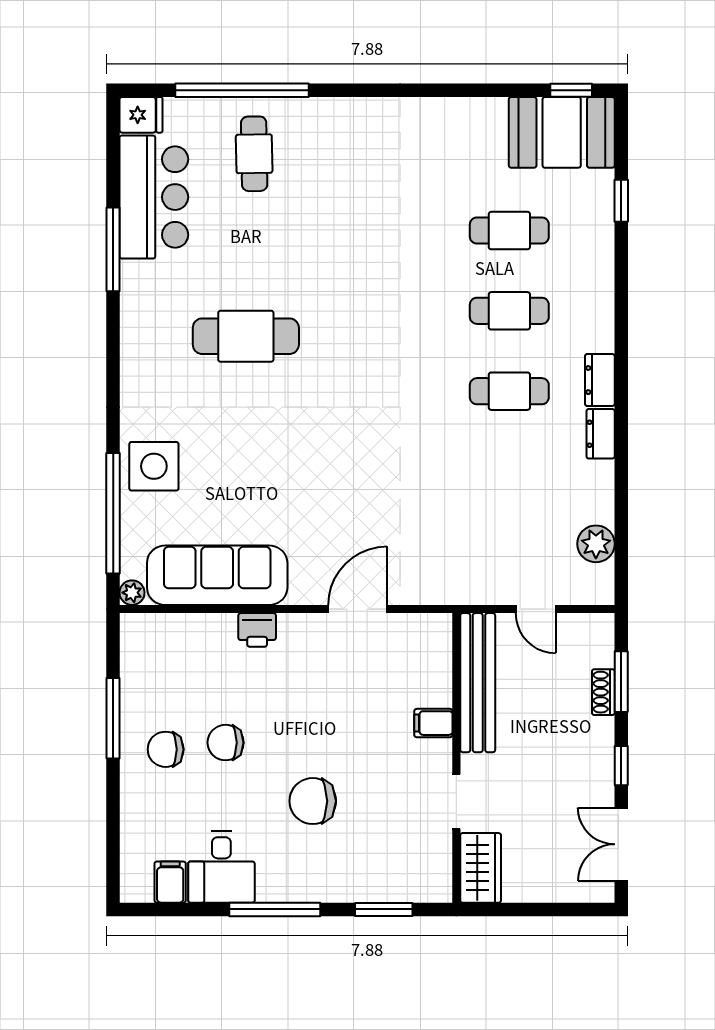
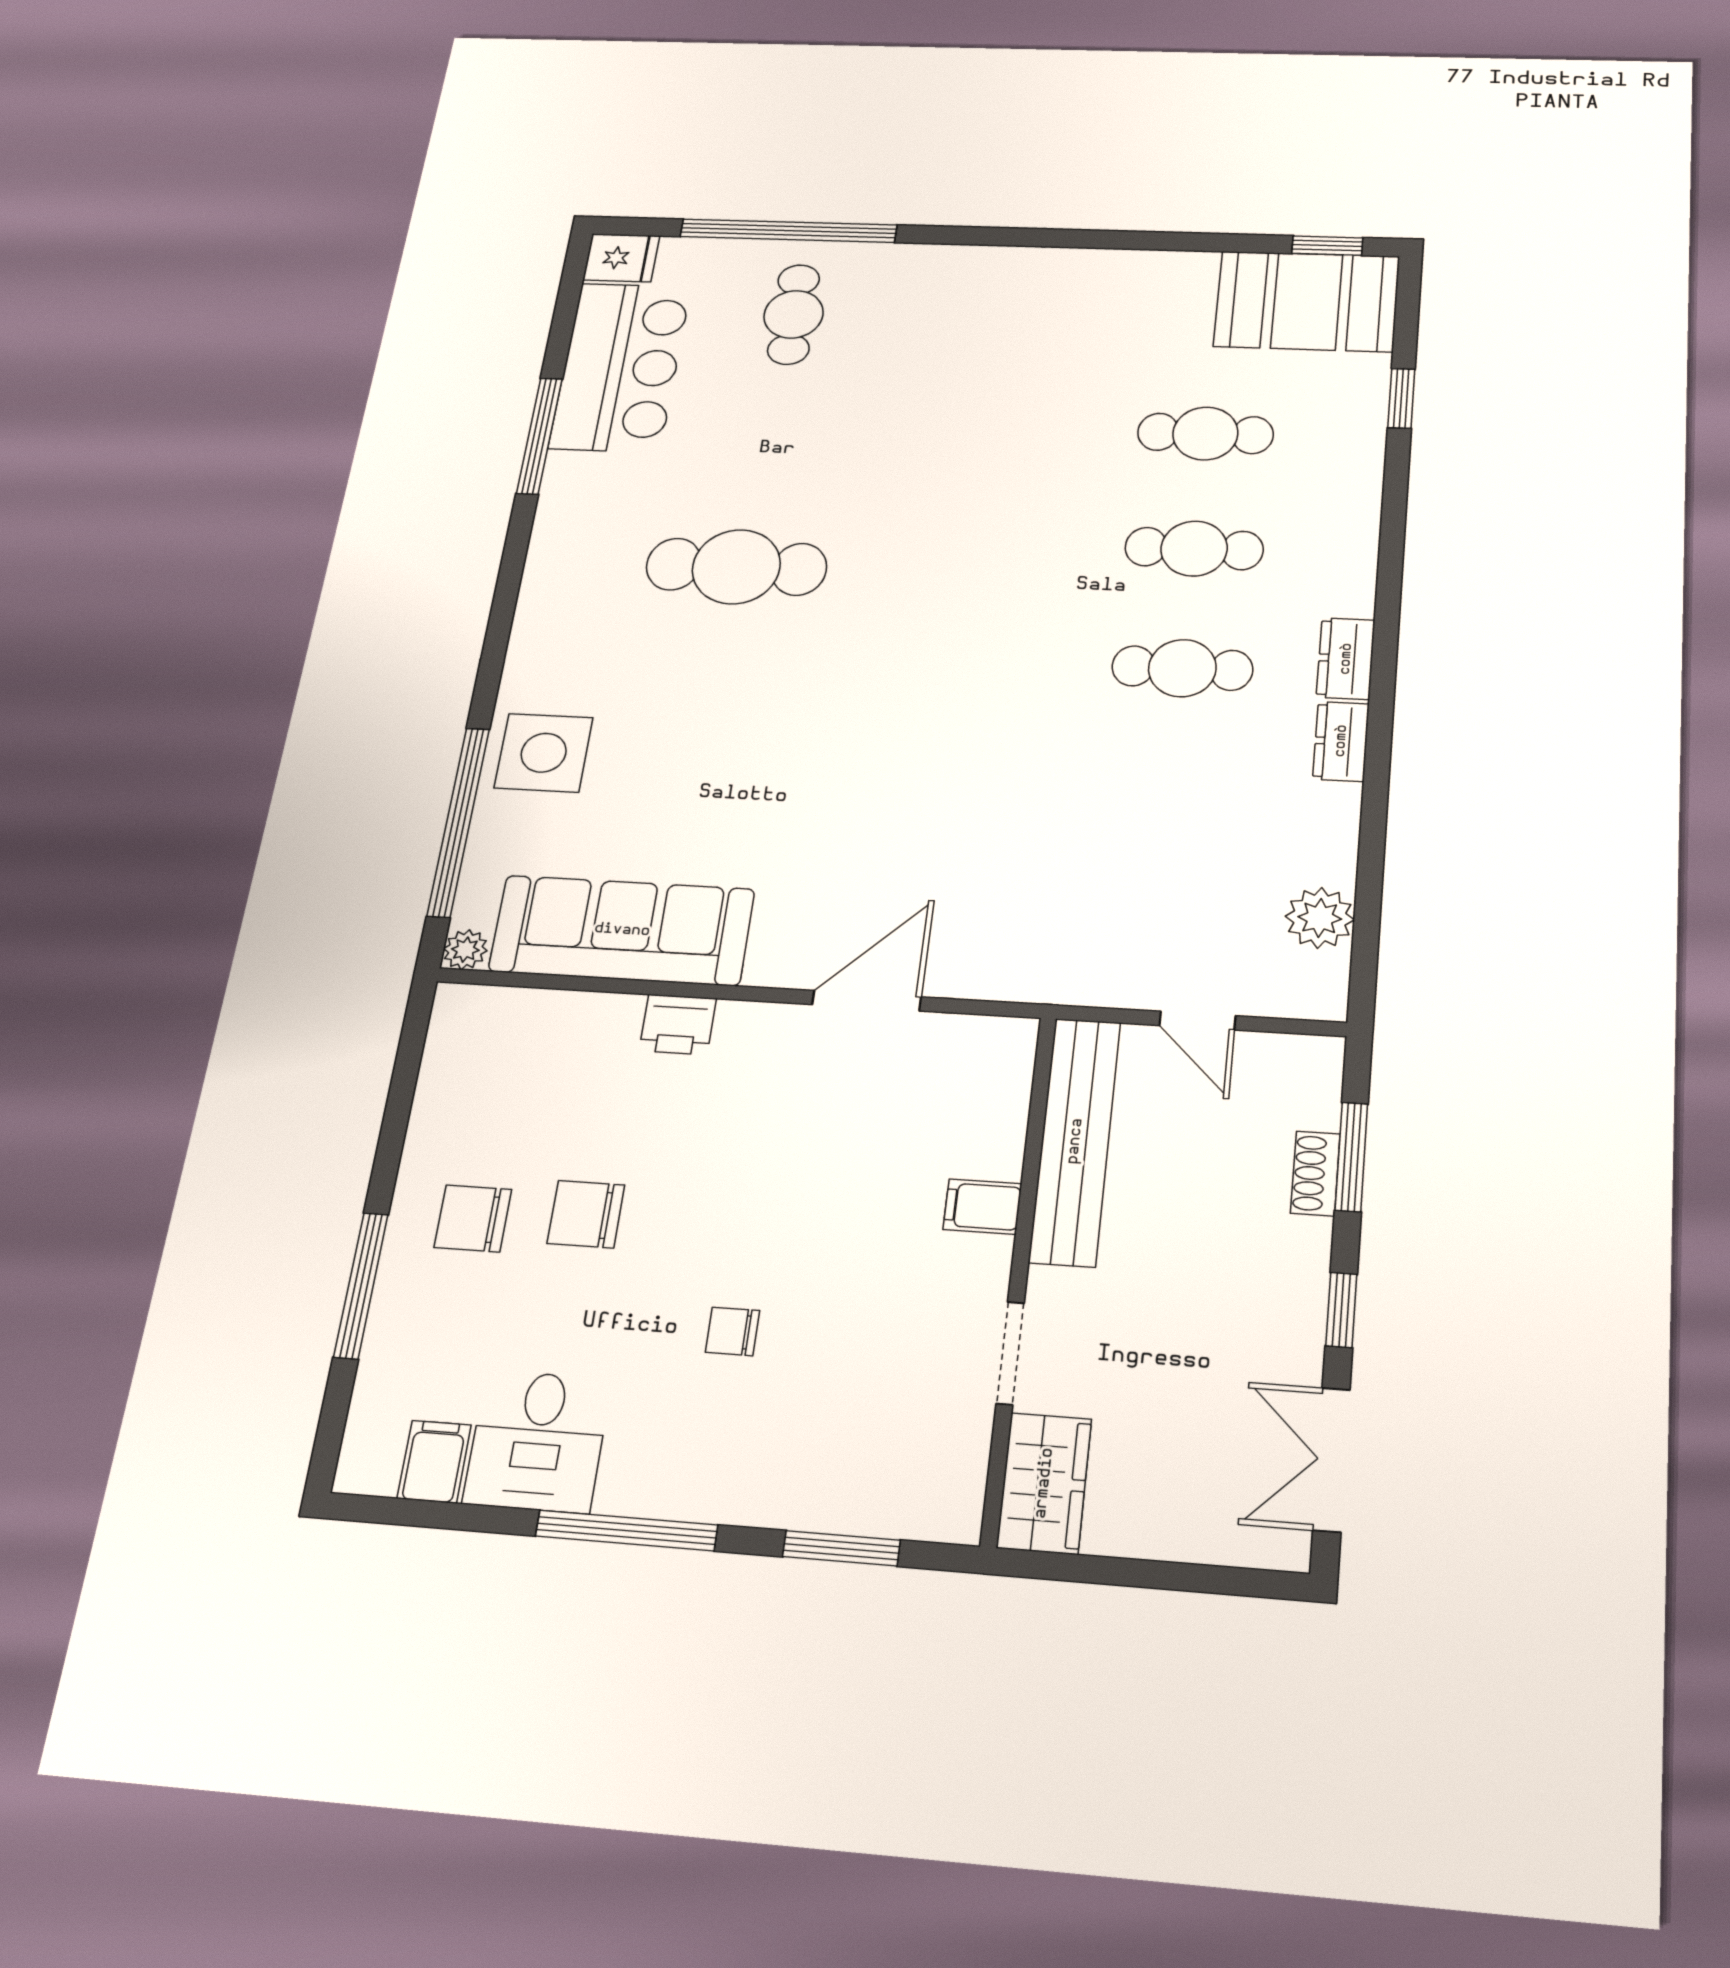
window: (113, 718) -> (361, 1285), moved
chair: (313, 801) -> (733, 1331), width x0.54, depth x0.54

